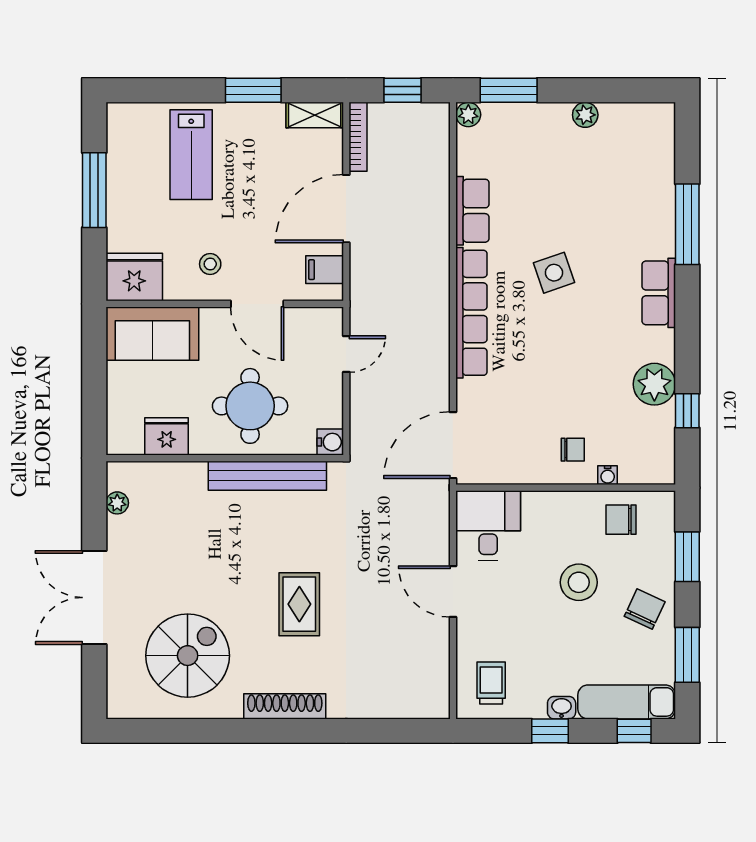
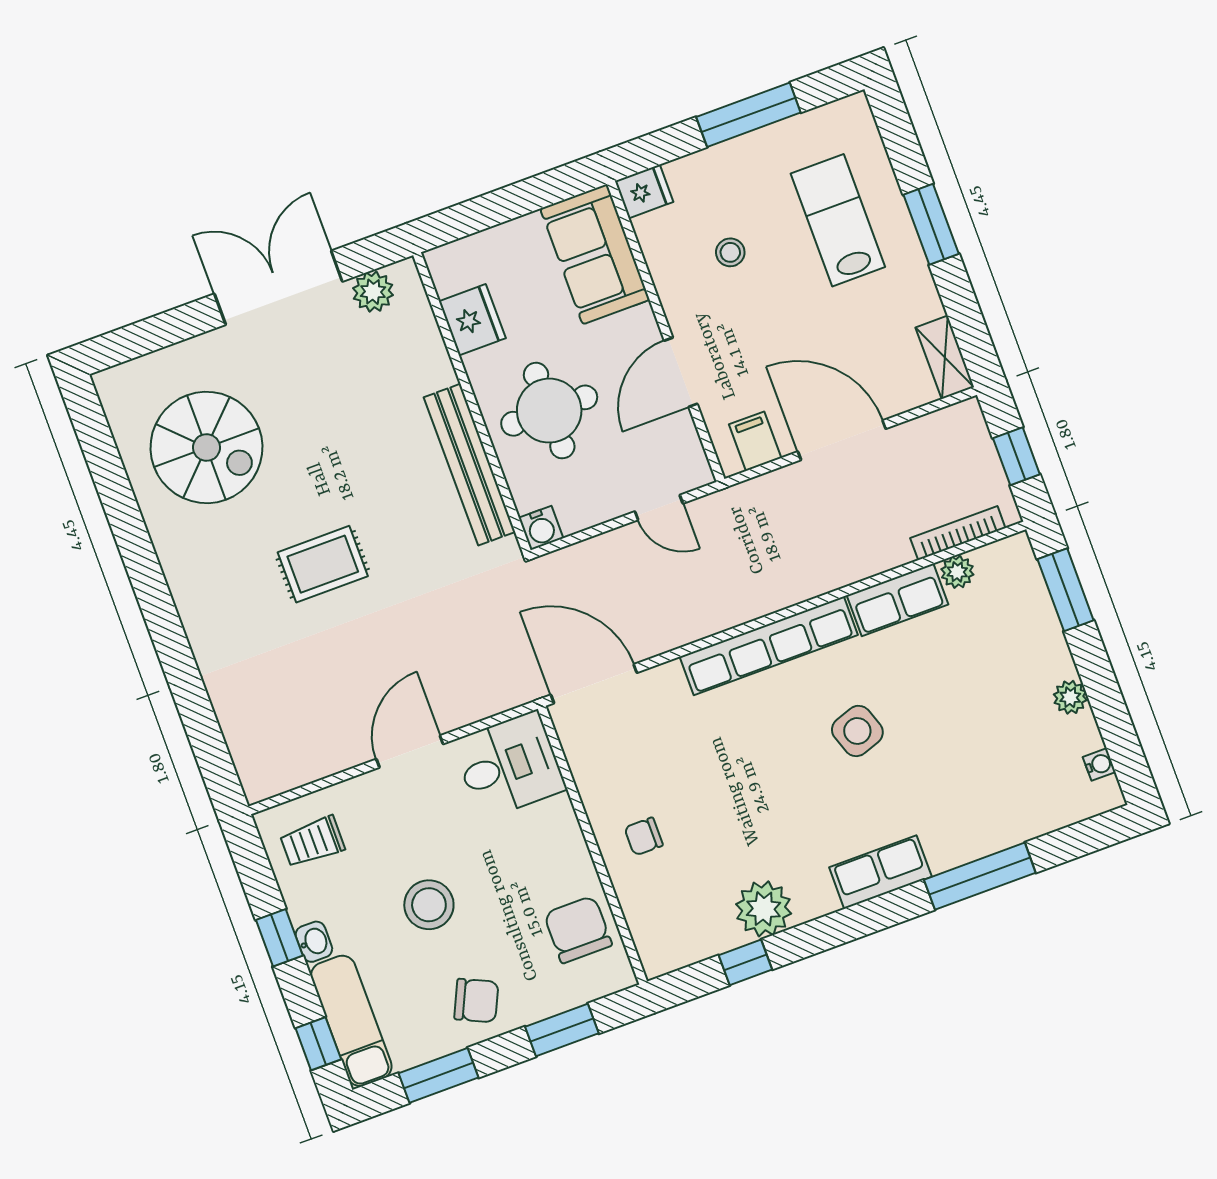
window: (253, 90) -> (931, 224), moved
plant: (468, 115) -> (957, 572), moved
bookcase: (358, 137) -> (958, 533), moved, turned 180
lab bench: (191, 155) -> (838, 220), turned 90
stool: (210, 264) -> (730, 252), moved
fridge: (134, 277) -> (644, 191), width x0.53, depth x0.75
chair: (573, 450) -> (644, 836), turned 90
water cooler: (608, 475) -> (1099, 764), moved, turned 180
plant: (117, 503) -> (373, 292), width x1.38, depth x1.38
chair: (621, 520) -> (578, 929), width x1.37, depth x1.37
stool: (579, 582) -> (429, 905), moved
double door: (94, 598) -> (278, 288), moved
trolley: (491, 683) -> (312, 842), turned 180
shoe rack: (285, 706) -> (188, 593), removed

